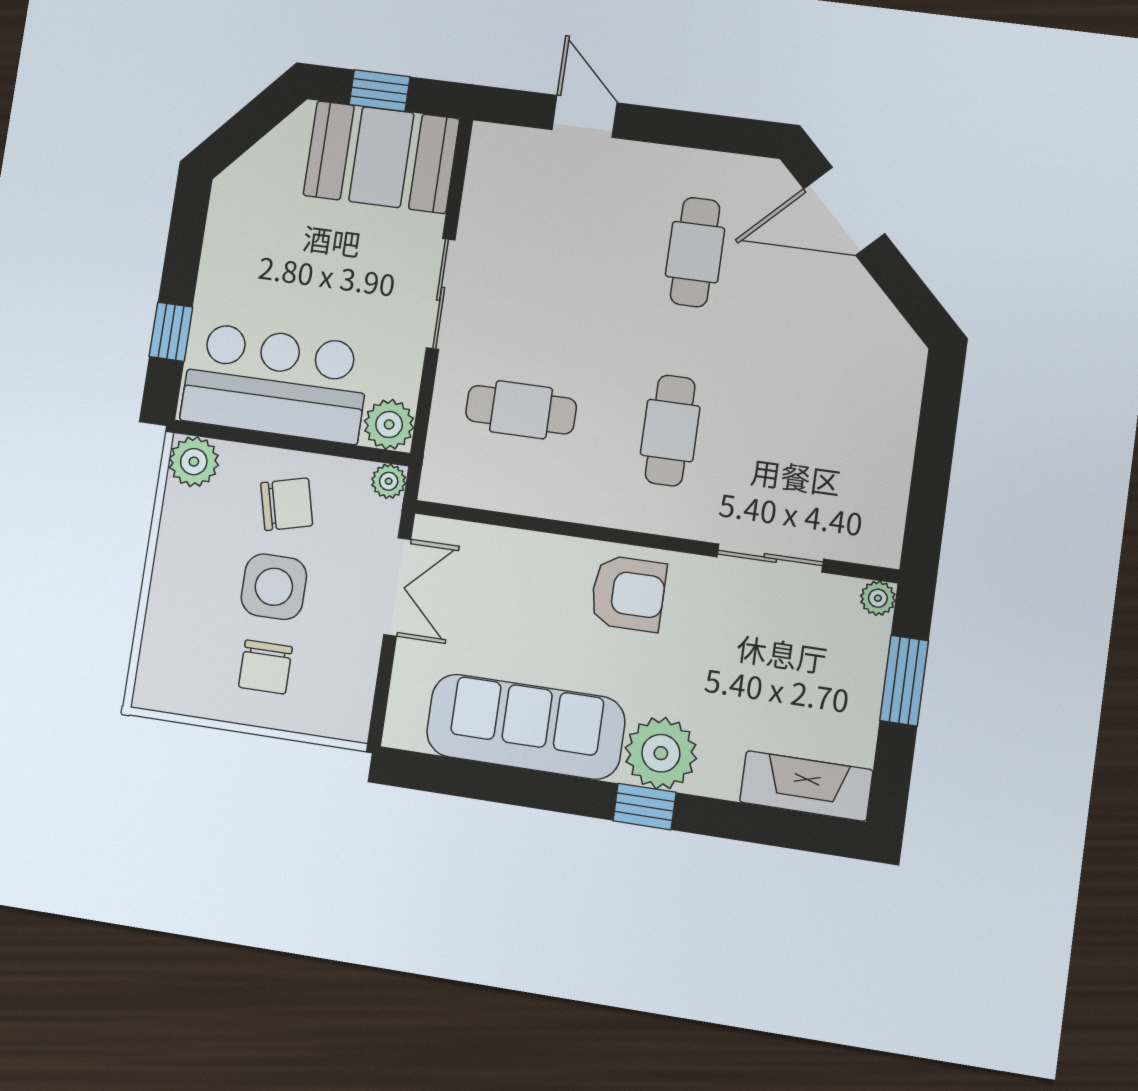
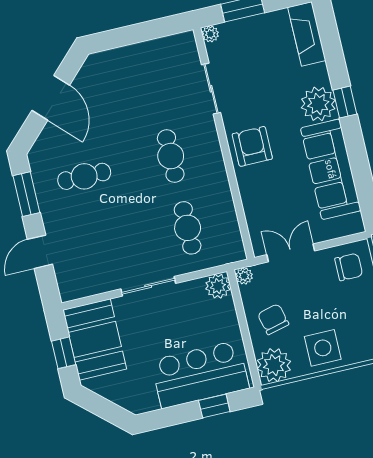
window: (703, 131) -> (26, 194), added
door: (844, 211) -> (51, 98), moved
bar counter: (275, 383) -> (200, 374), moved, turned 90
cafe table: (670, 431) -> (171, 156), turned 90
plant: (194, 462) -> (274, 365), width x1.36, depth x1.36
side table: (274, 587) -> (323, 348), moved
chair: (265, 667) -> (349, 267), moved

